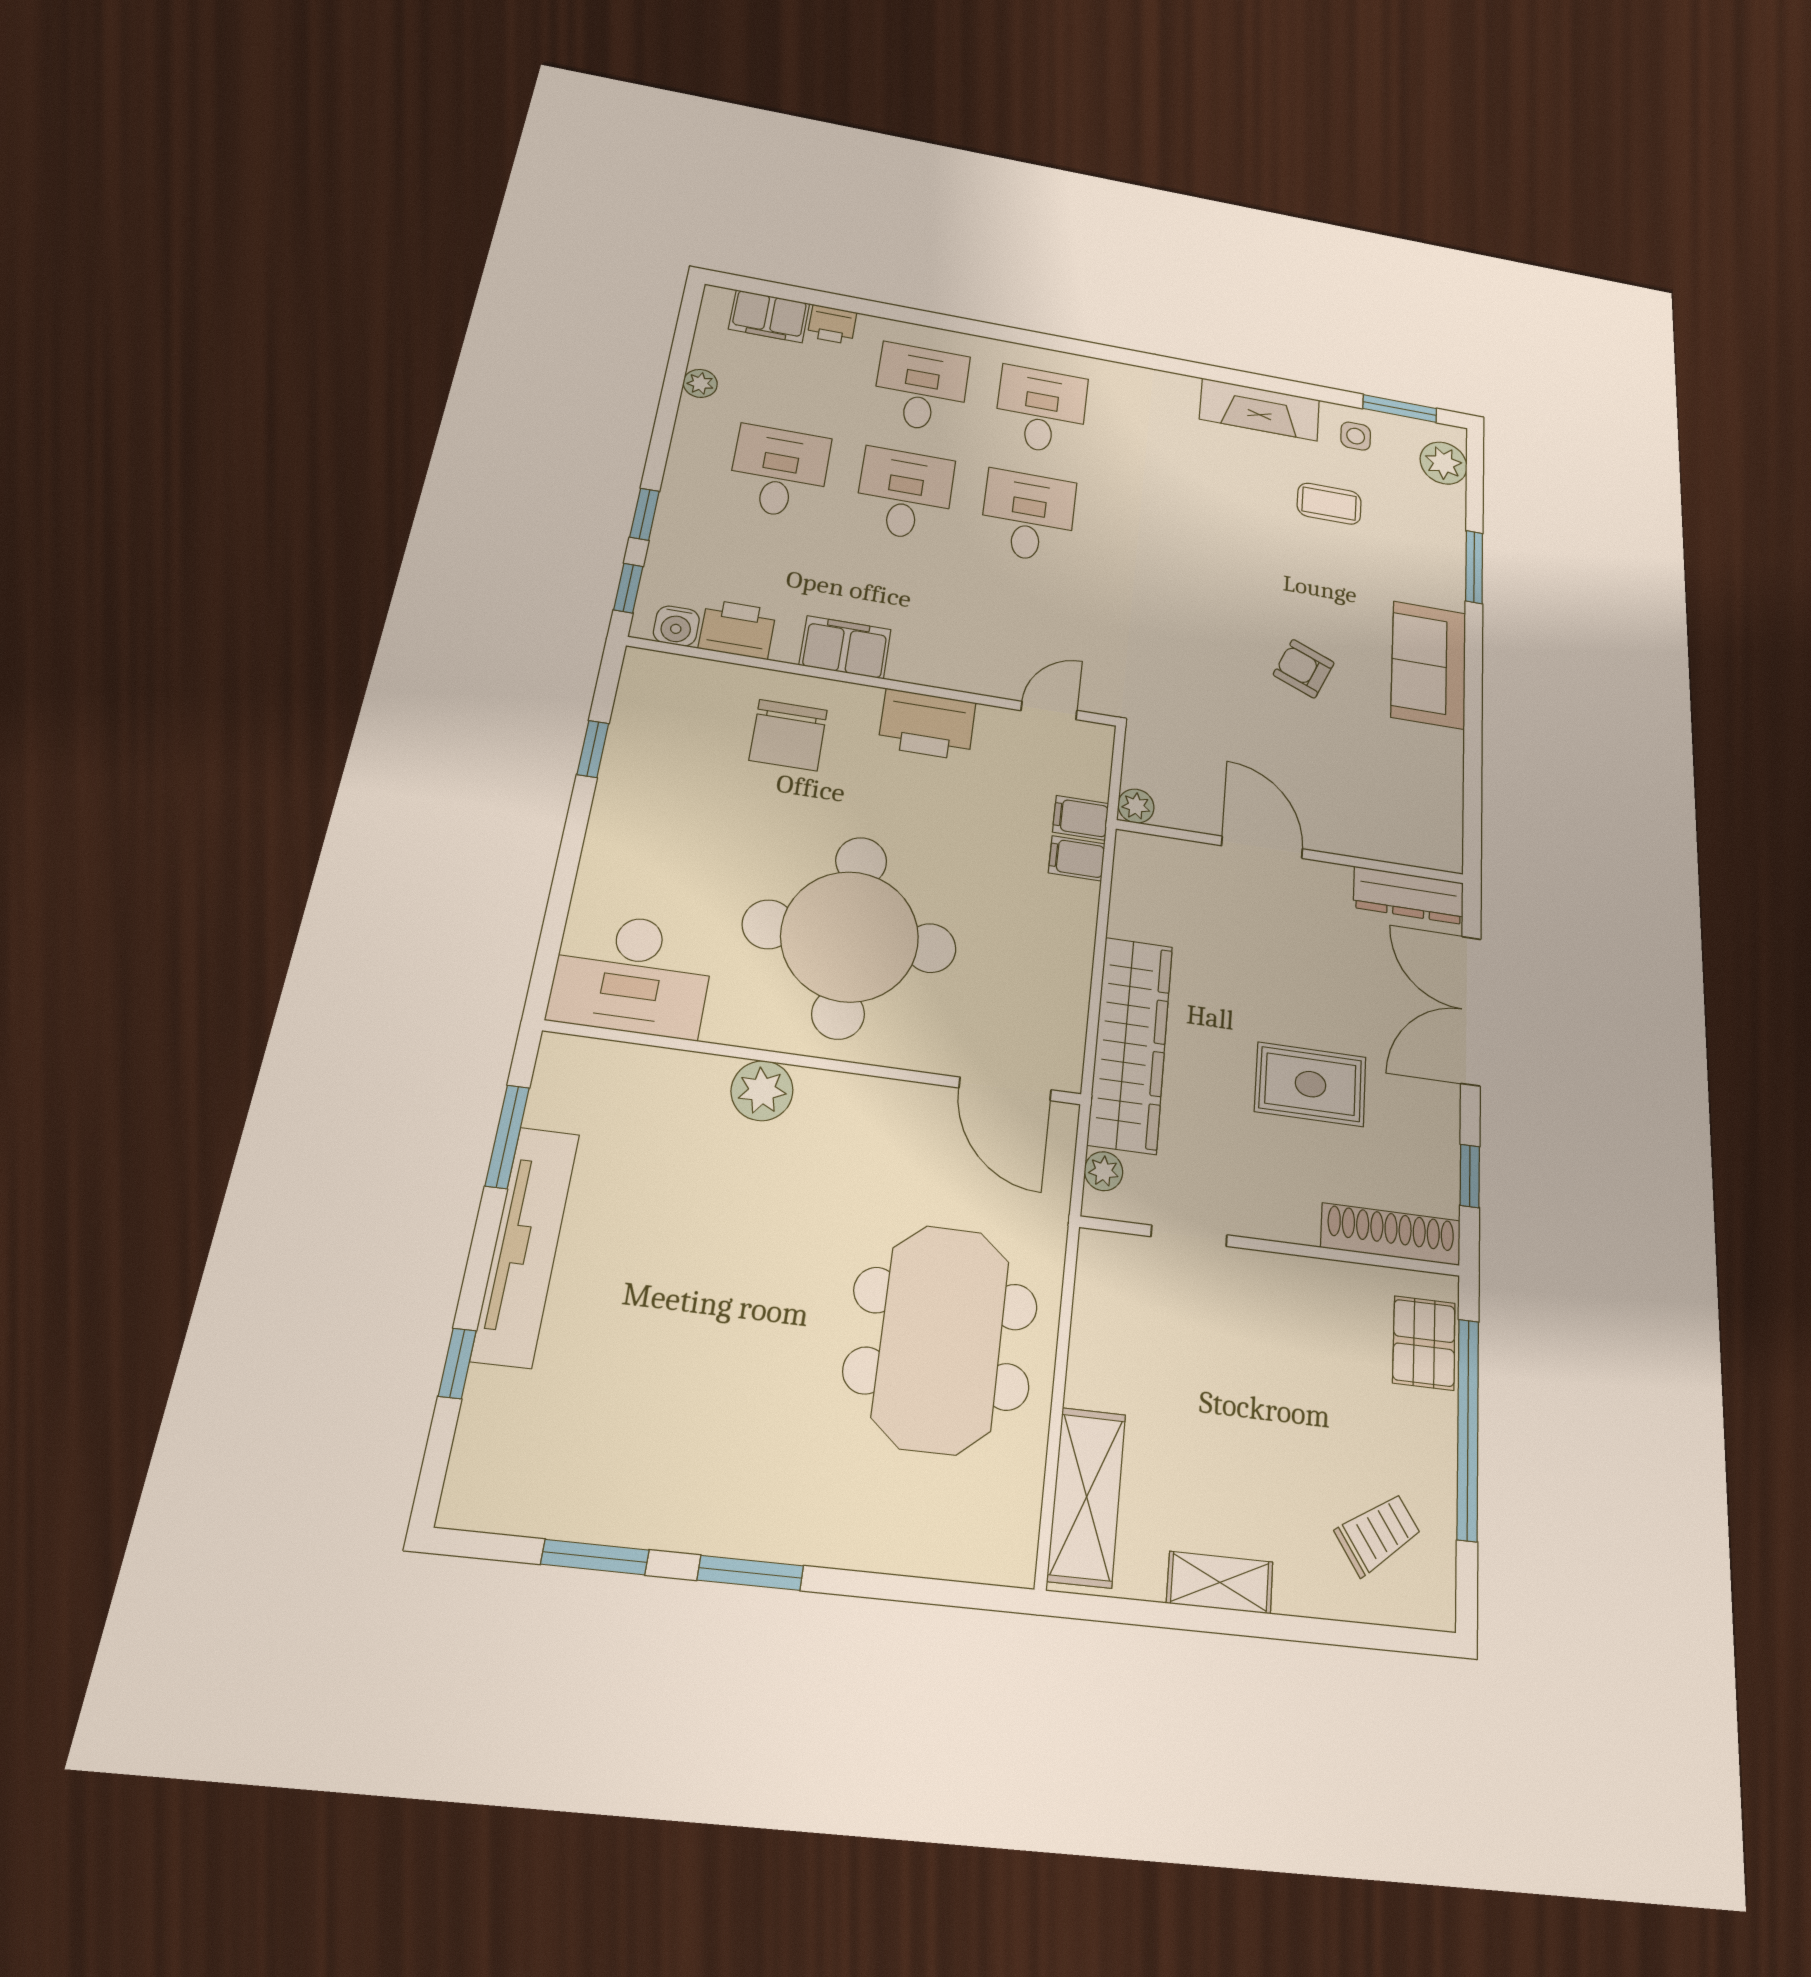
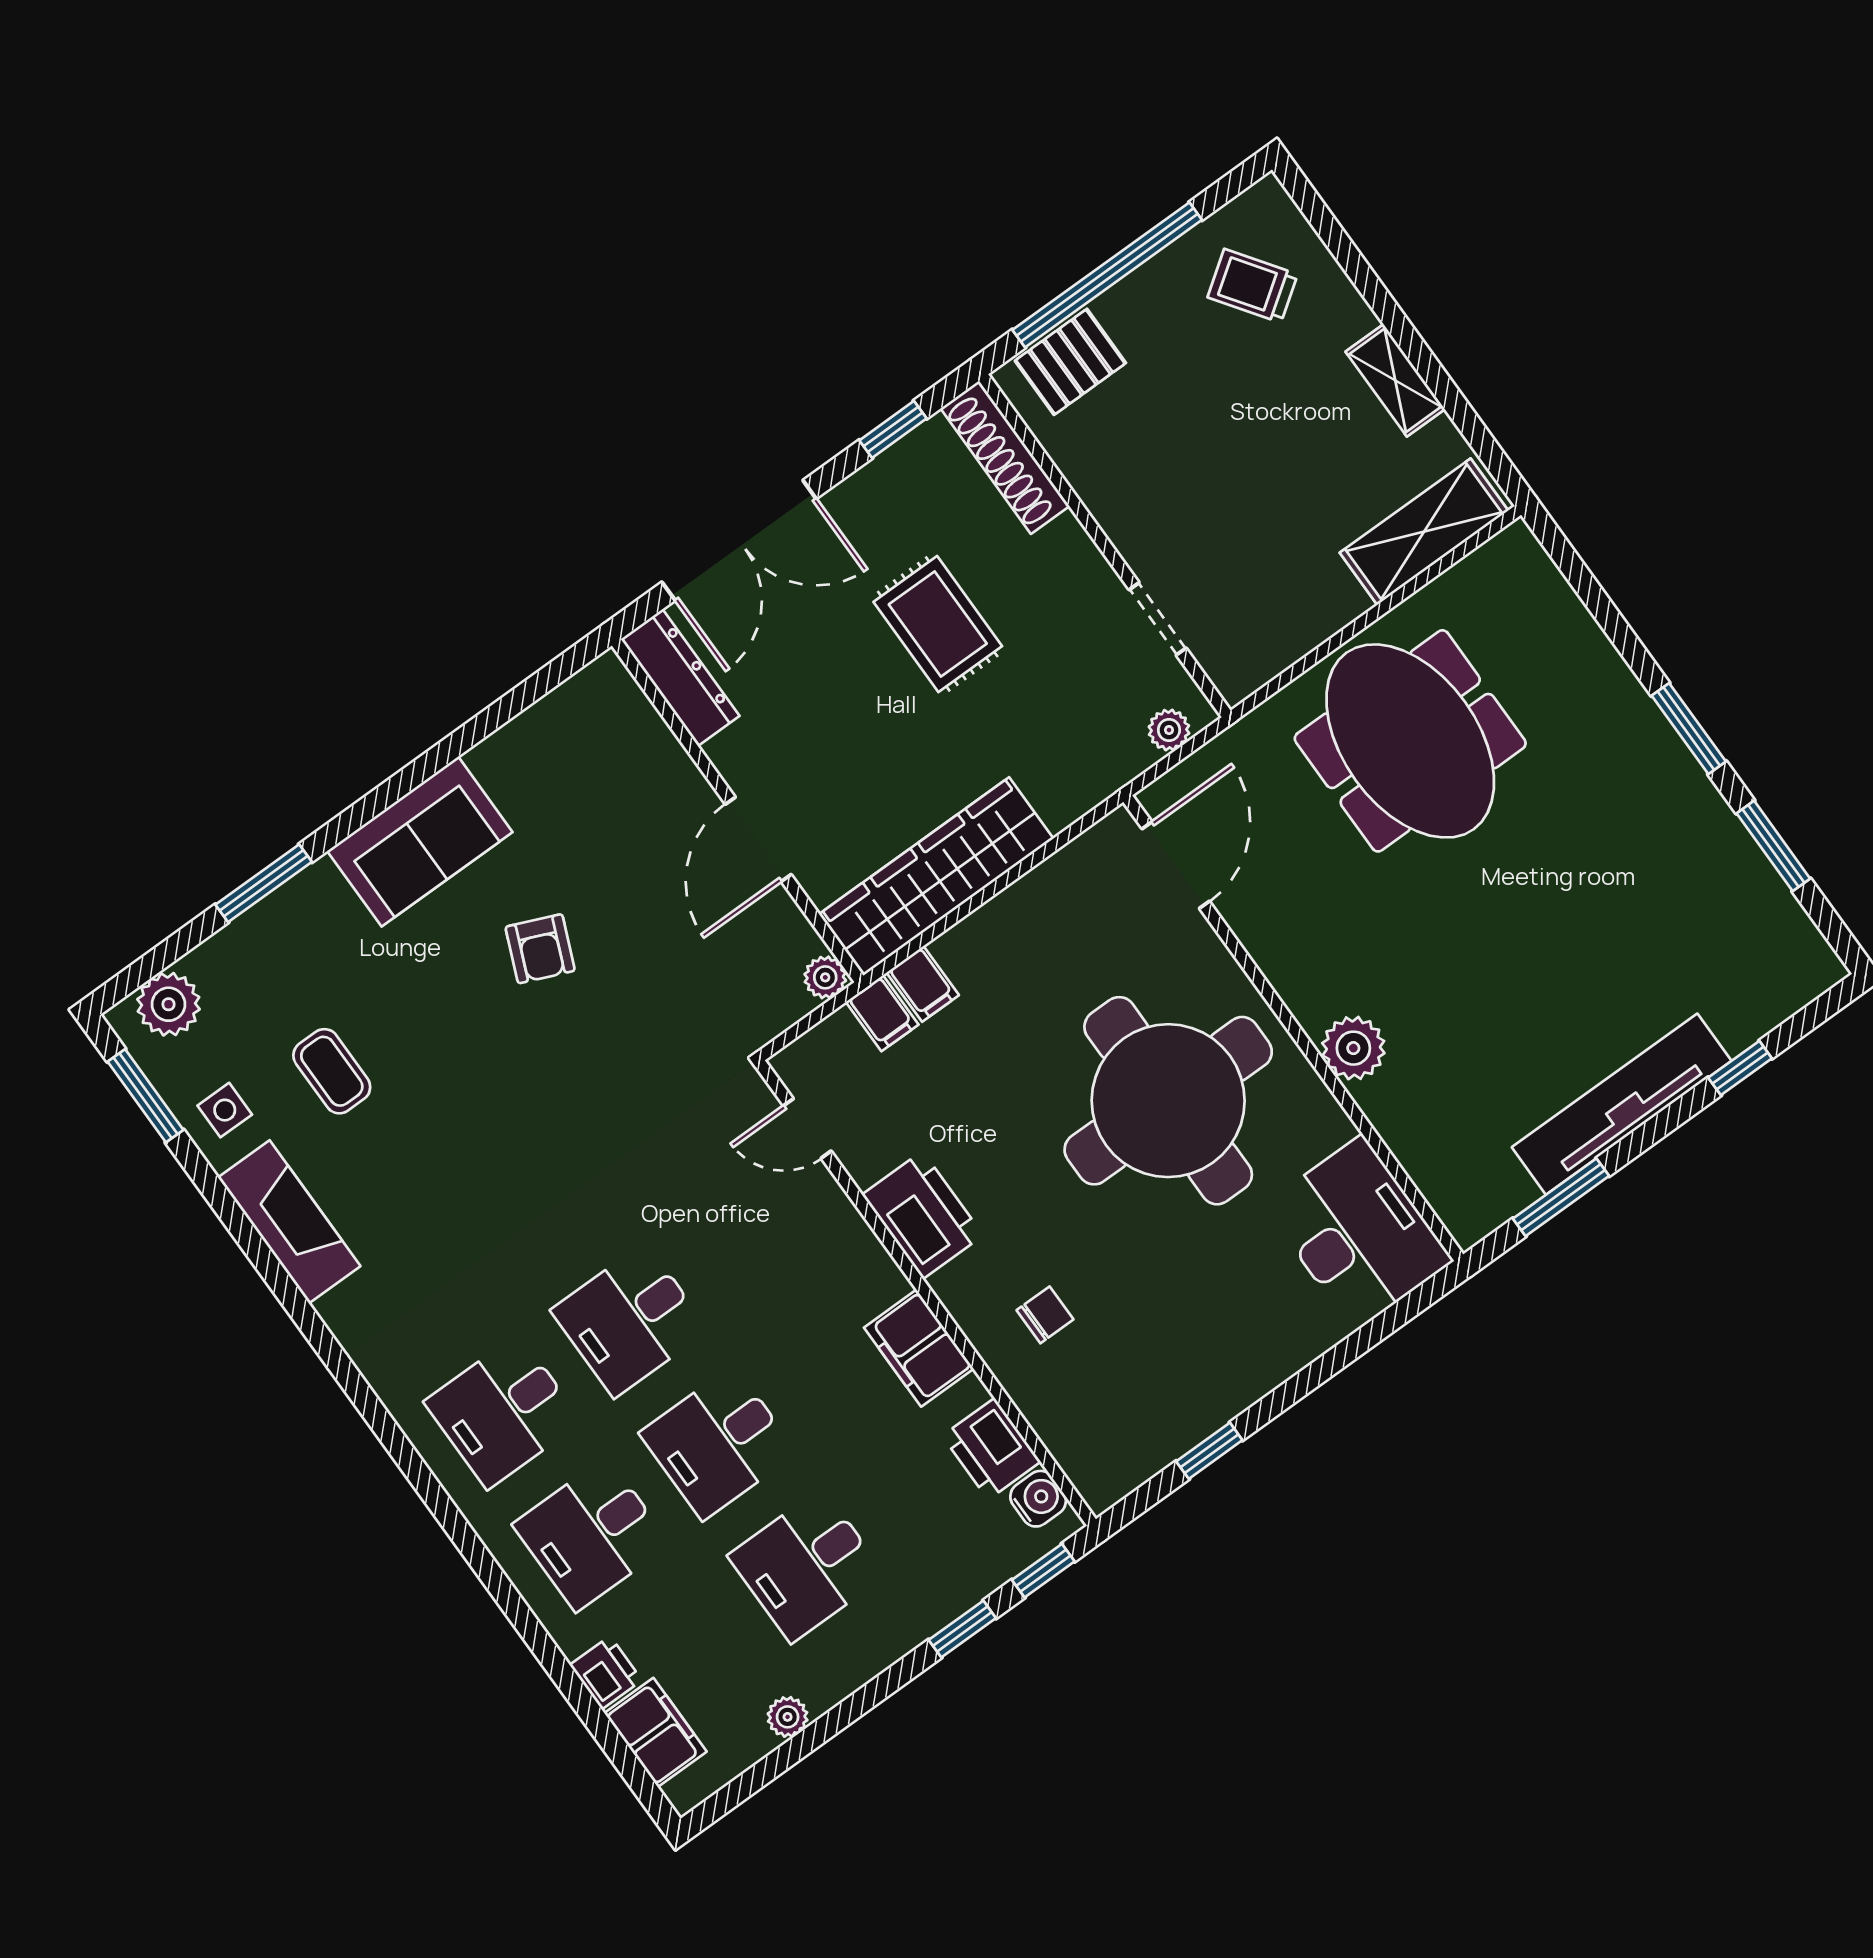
chair: (788, 735) -> (1045, 1315), width x0.54, depth x0.54
wardrobe: (1130, 1044) -> (936, 876), moved
meeting table: (941, 1338) -> (1410, 741), turned 90

